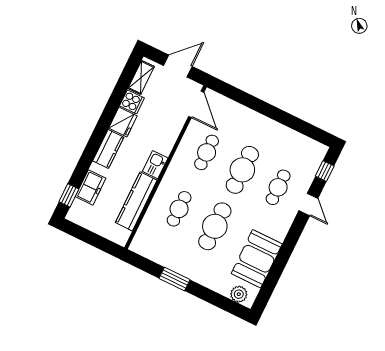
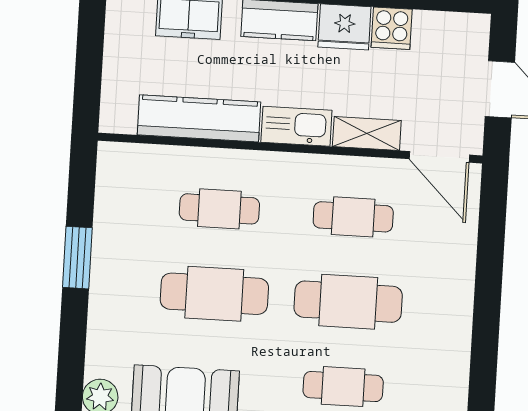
shelving: (141, 77) -> (367, 134), moved
door: (196, 104) -> (439, 157), hinge flipped
kitchen sink: (155, 165) -> (296, 126), width x1.38

